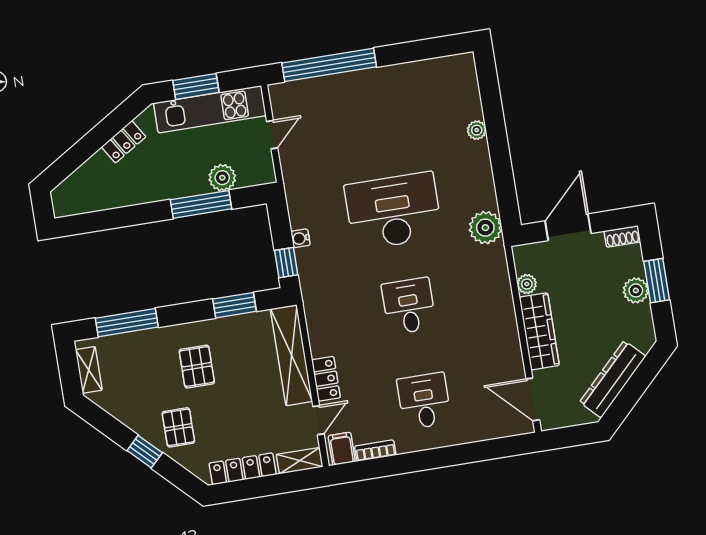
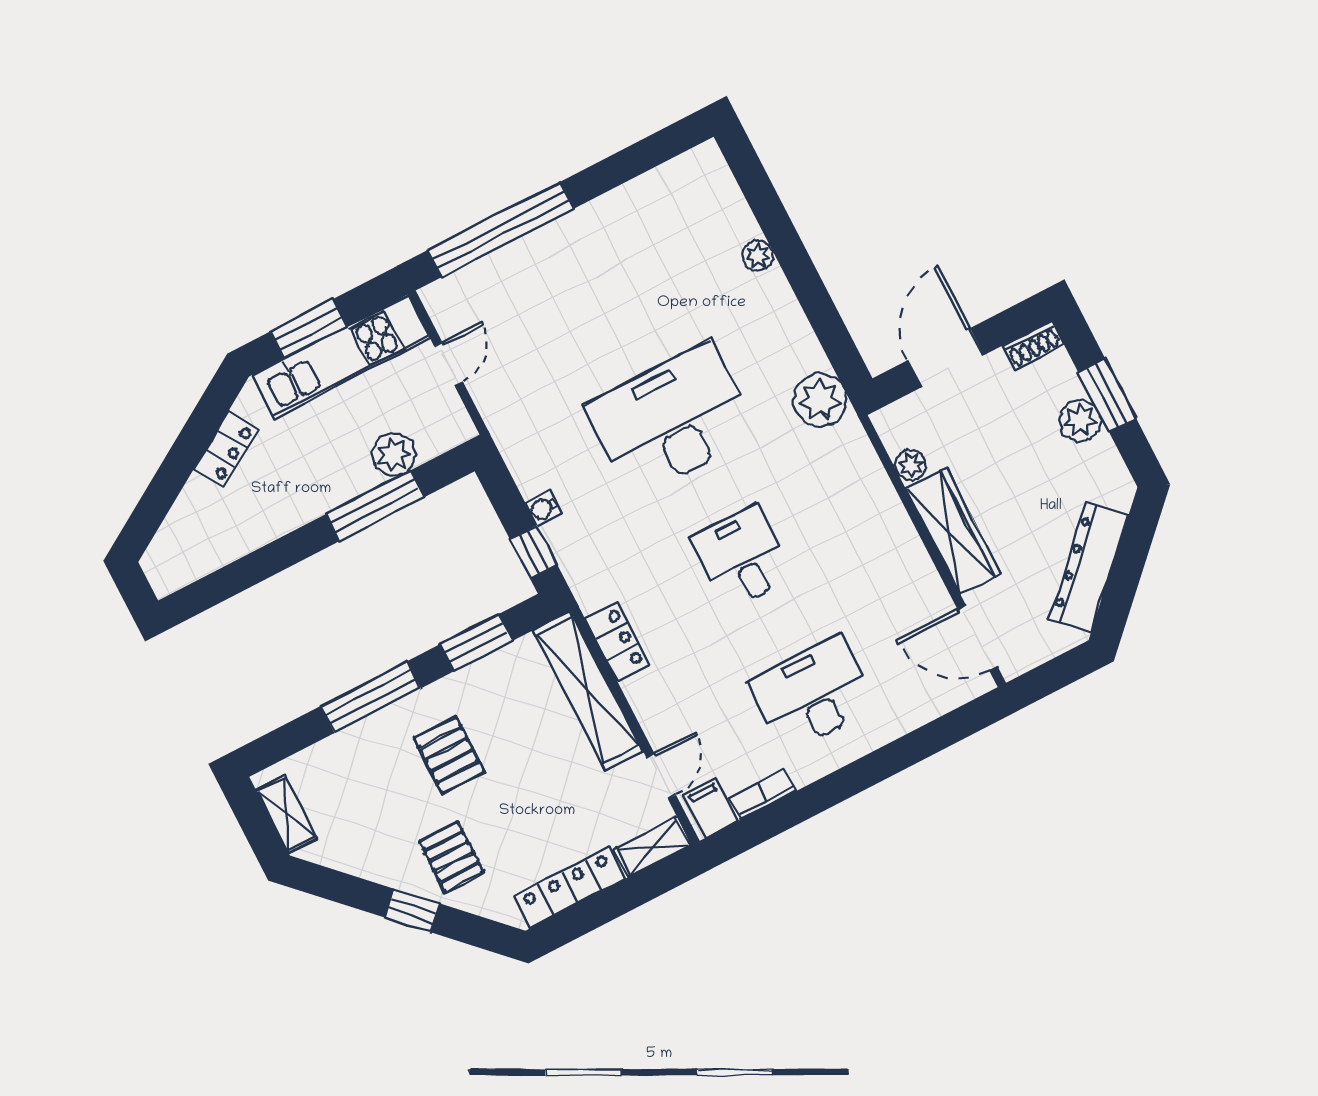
window: (127, 323) -> (371, 697), moved
locker: (326, 379) -> (617, 642), moved
desk: (424, 401) -> (813, 694), width x1.37

